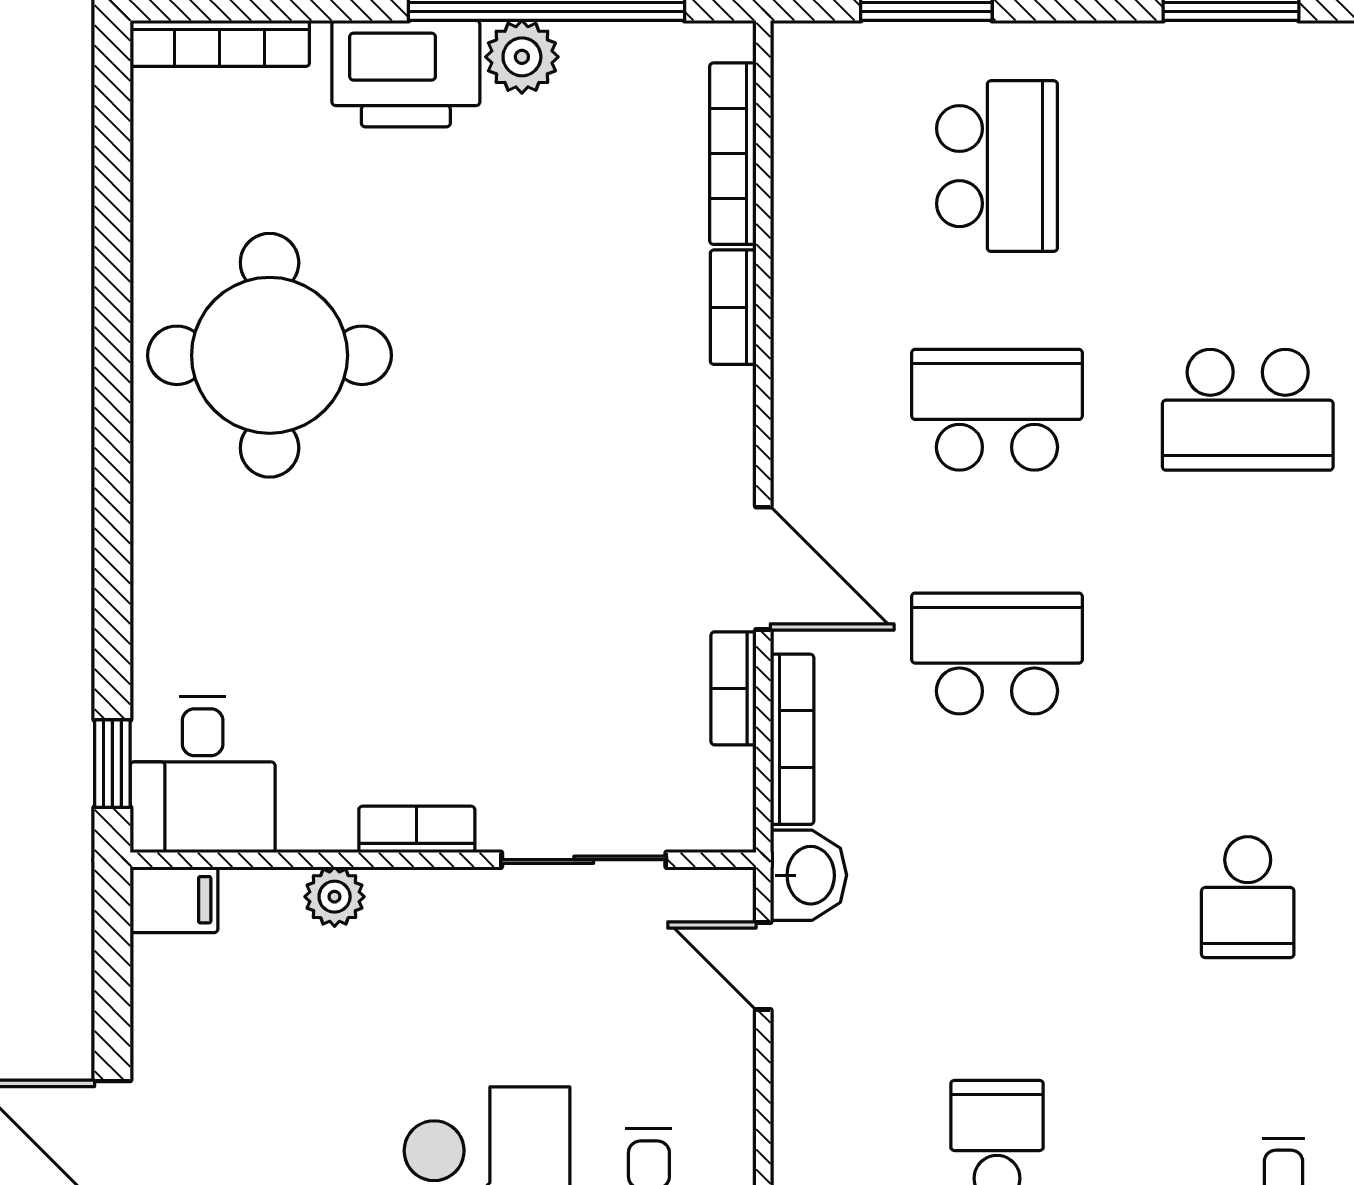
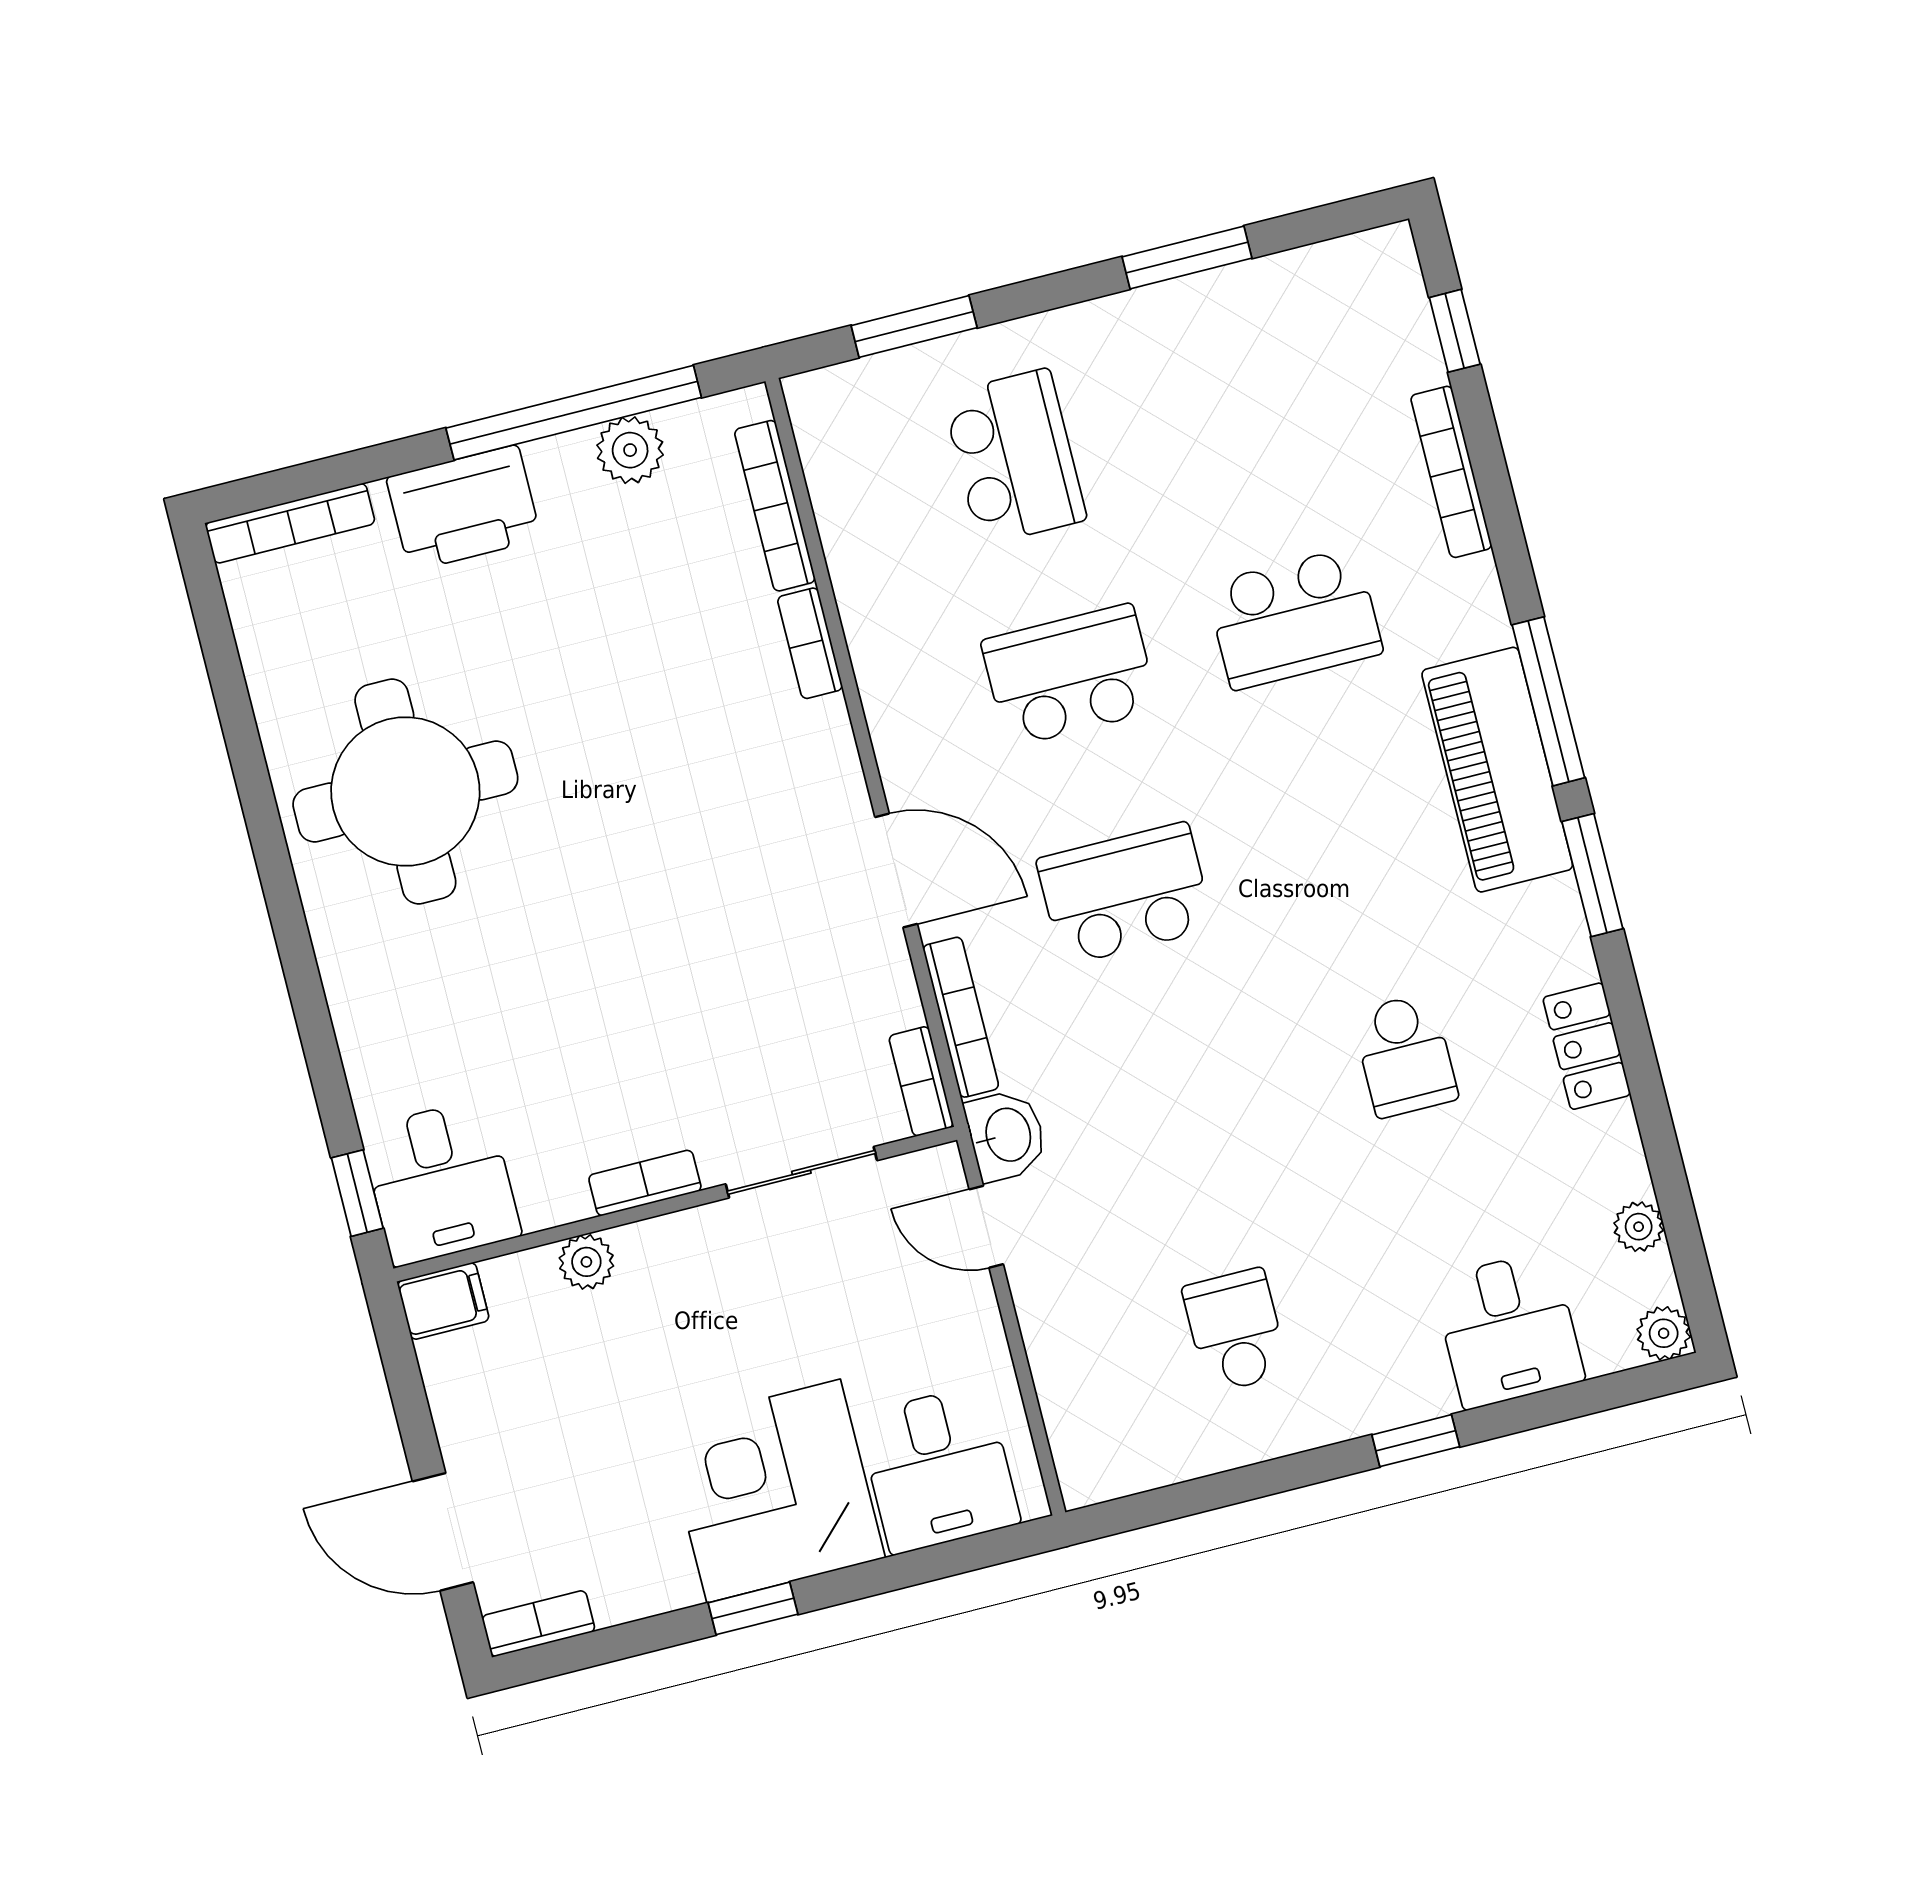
plant: (522, 57) -> (630, 450), moved
bookcase: (733, 688) -> (921, 1081), moved

